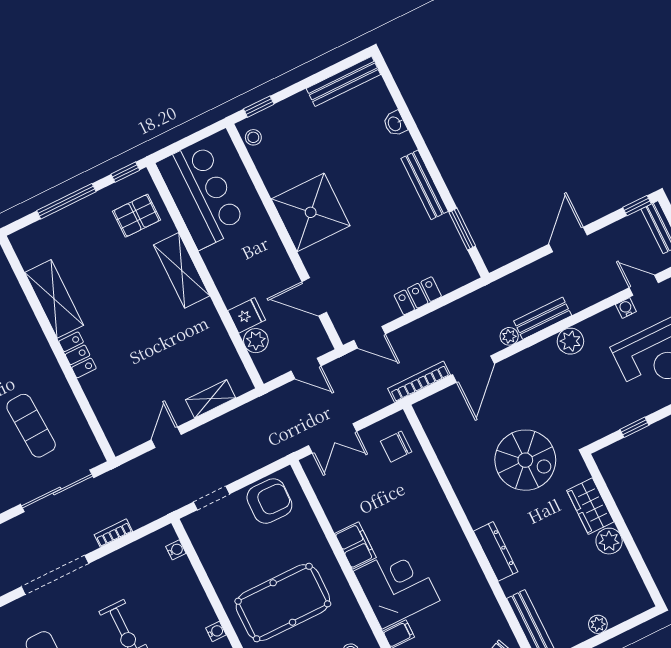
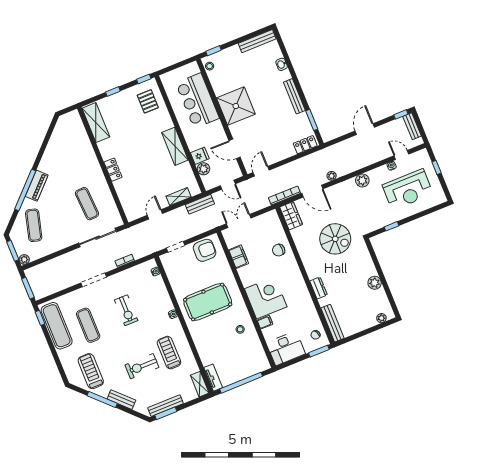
bar counter: (201, 195) -> (197, 101), moved, turned 180
window: (66, 201) -> (113, 92), width x0.46
pallet: (137, 216) -> (148, 101), turned 90
shelving: (182, 270) -> (175, 146), moved
locker: (418, 296) -> (305, 145), moved
shelving: (54, 299) -> (96, 123), moved
bench: (543, 318) -> (200, 204), moved
door: (370, 337) -> (261, 171), swing flipped
door: (474, 369) -> (312, 191), hinge flipped
double door: (333, 438) -> (239, 221), swing flipped
chair: (396, 447) -> (279, 250), moved
wardrobe: (590, 506) -> (291, 216), moved, turned 180
filing cabinet: (355, 546) -> (239, 257), moved
dresser: (496, 551) -> (319, 288), width x0.70
doorway: (55, 575) -> (94, 280), width x0.73
plant: (598, 624) -> (381, 318), moved

